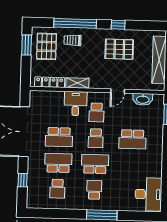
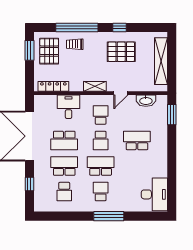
shelving: (77, 83) -> (95, 86), moved
desk: (75, 103) -> (69, 107), moved
school desk: (96, 112) -> (101, 115), turned 180
school desk: (132, 139) -> (137, 140), turned 180

